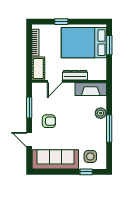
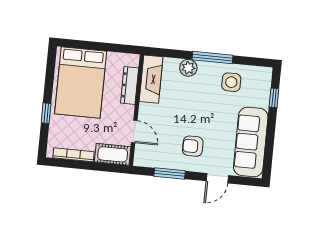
window: (109, 45) -> (88, 45), removed
dresser: (75, 75) -> (130, 85), moved
armchair: (49, 121) -> (193, 146), turned -90
side table: (90, 156) -> (231, 82), moved

